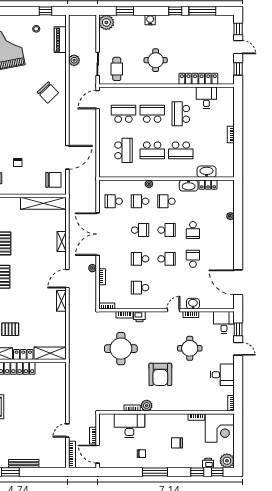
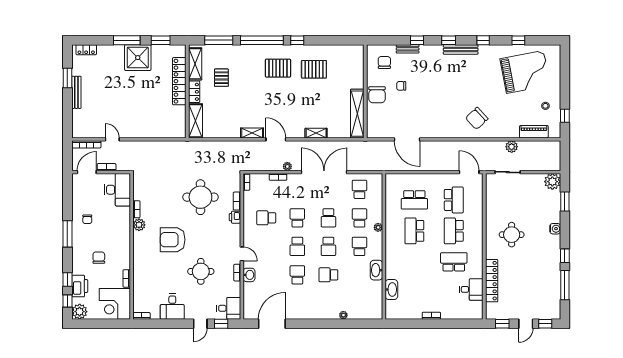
cafe table: (117, 69) -> (502, 193), removed
school desk: (152, 114) -> (454, 231), turned 180
school desk: (181, 150) -> (414, 262), removed
chair: (53, 180) -> (377, 95), moved
locker: (208, 185) -> (377, 291), removed
school desk: (193, 259) -> (297, 275), turned -90
school desk: (140, 288) -> (266, 218), turned -90
desk: (129, 426) -> (118, 190), moved
printer: (208, 463) -> (80, 286), width x1.87, depth x1.48

